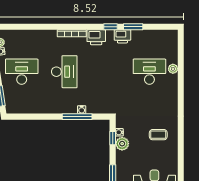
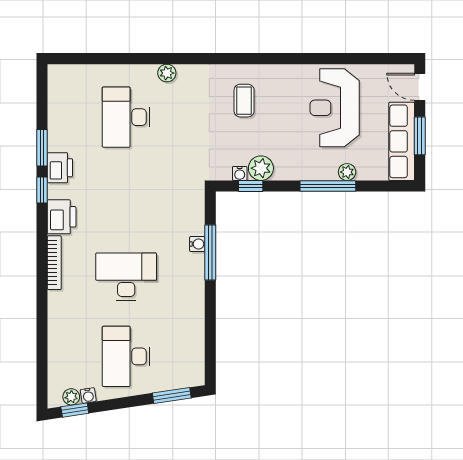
plant: (173, 69) -> (167, 73), moved

